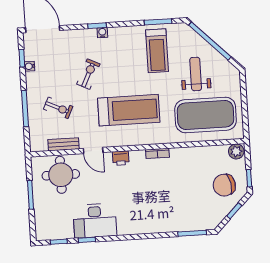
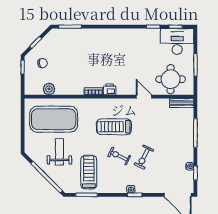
weight bench: (196, 74) -> (59, 152), turned 180
exercise bike: (58, 108) -> (119, 156), moved
treadmill: (129, 110) -> (114, 127), width x0.73, depth x0.73
bench: (64, 144) -> (182, 103), moved
plant: (236, 151) -> (49, 89), moved
printer: (121, 158) -> (110, 89), moved
chair: (224, 185) -> (42, 63), width x0.54, depth x0.54
desk: (95, 221) -> (177, 41), moved

